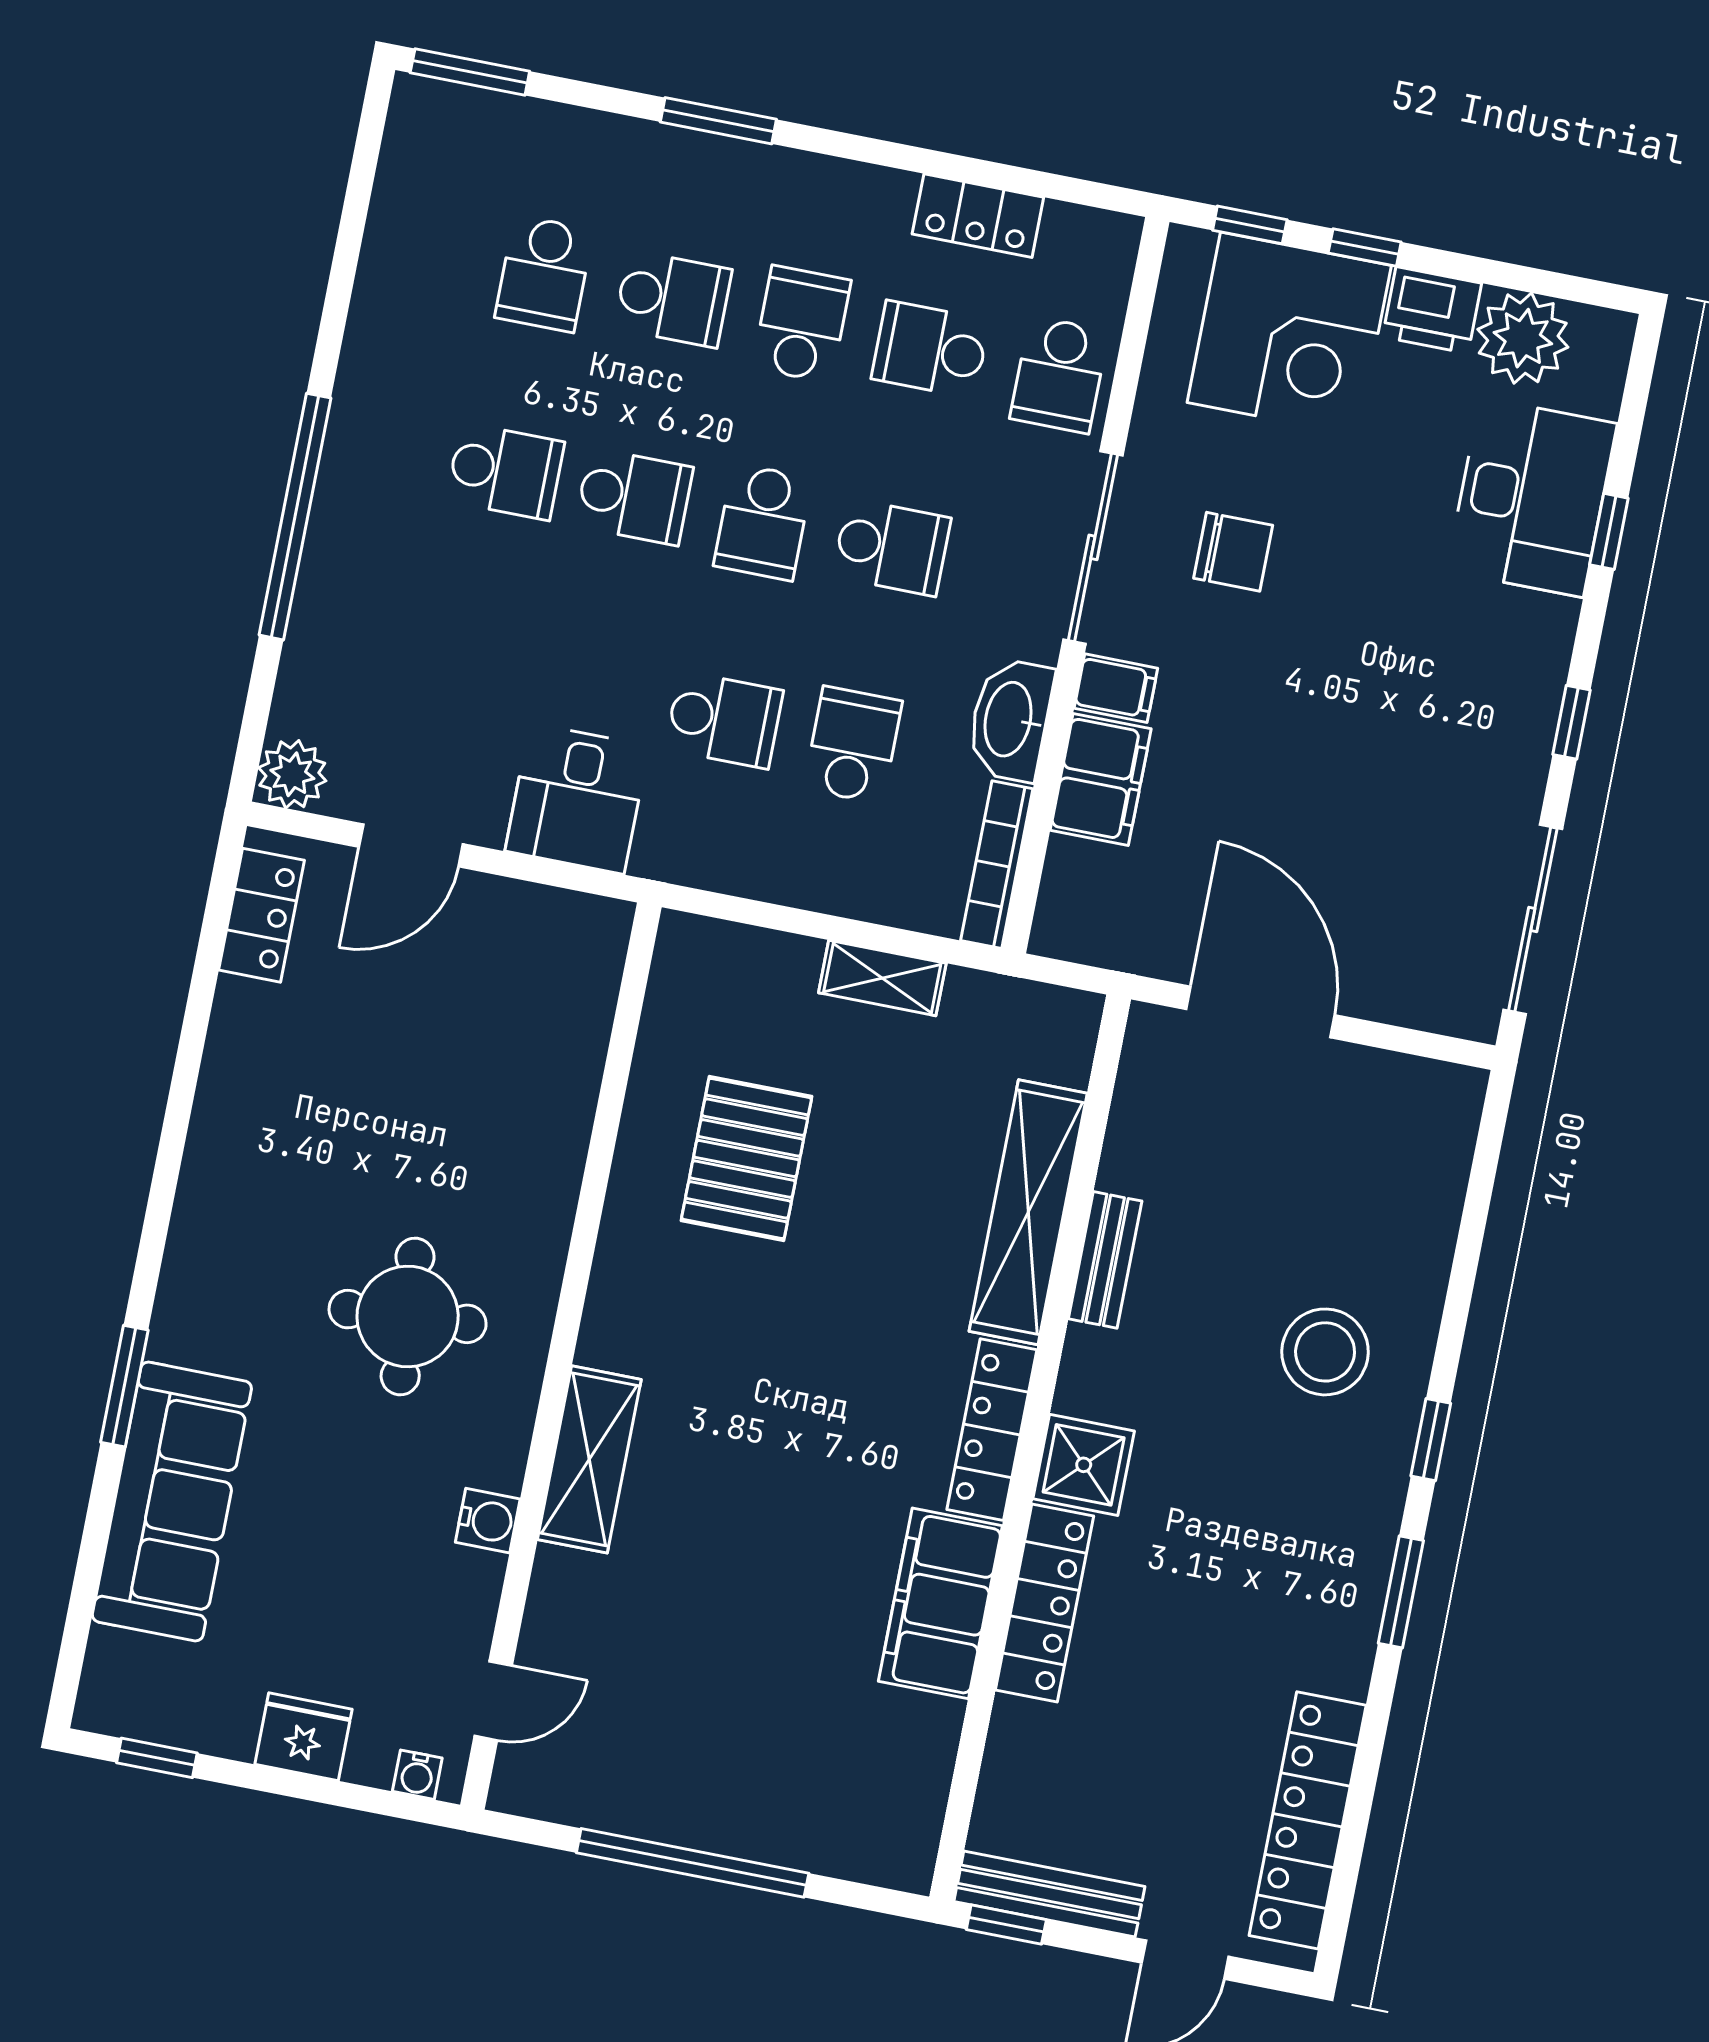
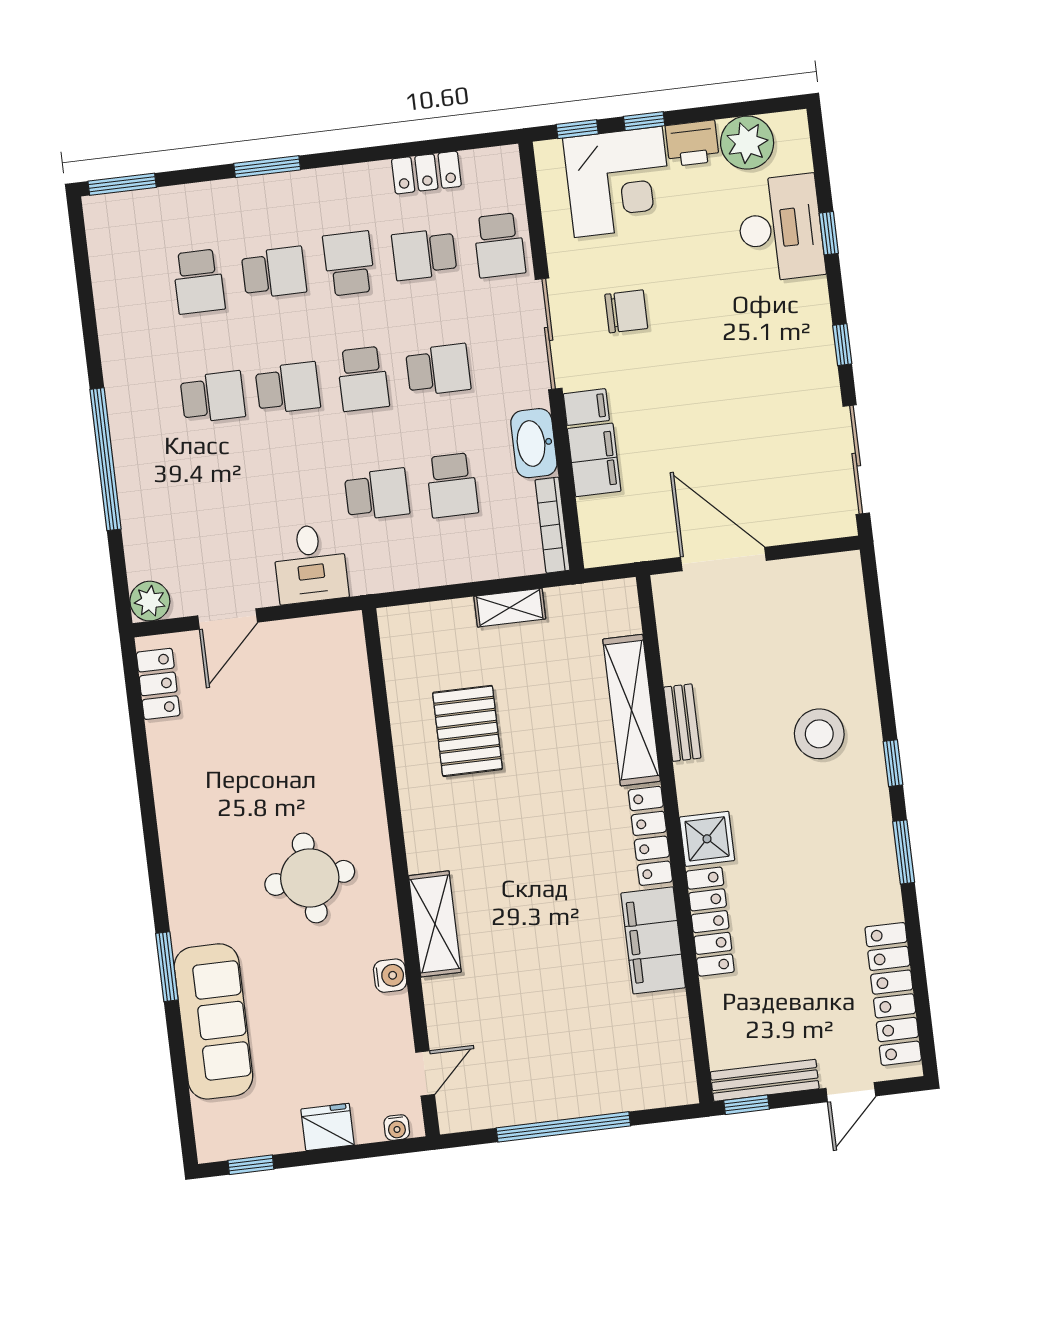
school desk: (853, 745) -> (452, 485), turned 180

